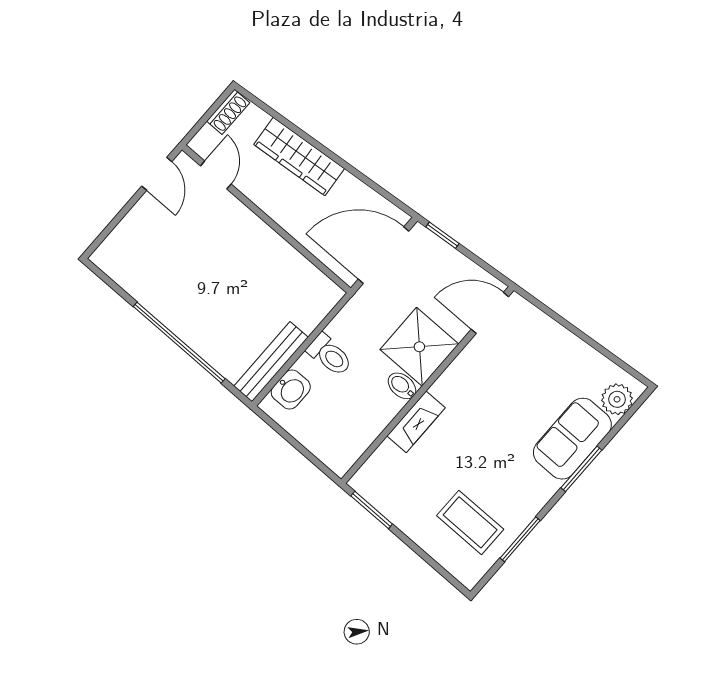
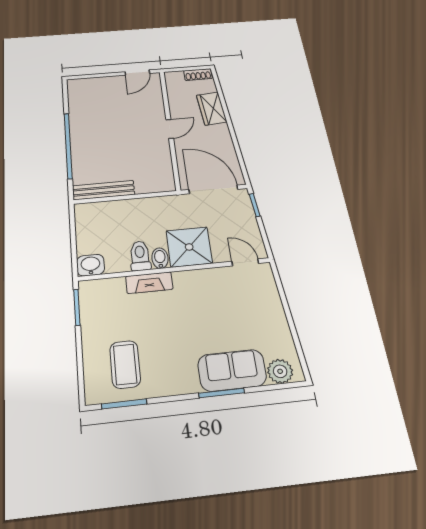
wardrobe: (299, 156) -> (212, 109), width x0.67
door: (216, 175) -> (170, 129), moved
door: (490, 313) -> (245, 262), width x0.73
toilet: (330, 355) -> (140, 256), moved, turned 180
washbasin: (291, 389) -> (90, 265), moved, turned 180
window: (520, 539) -> (124, 404), moved

